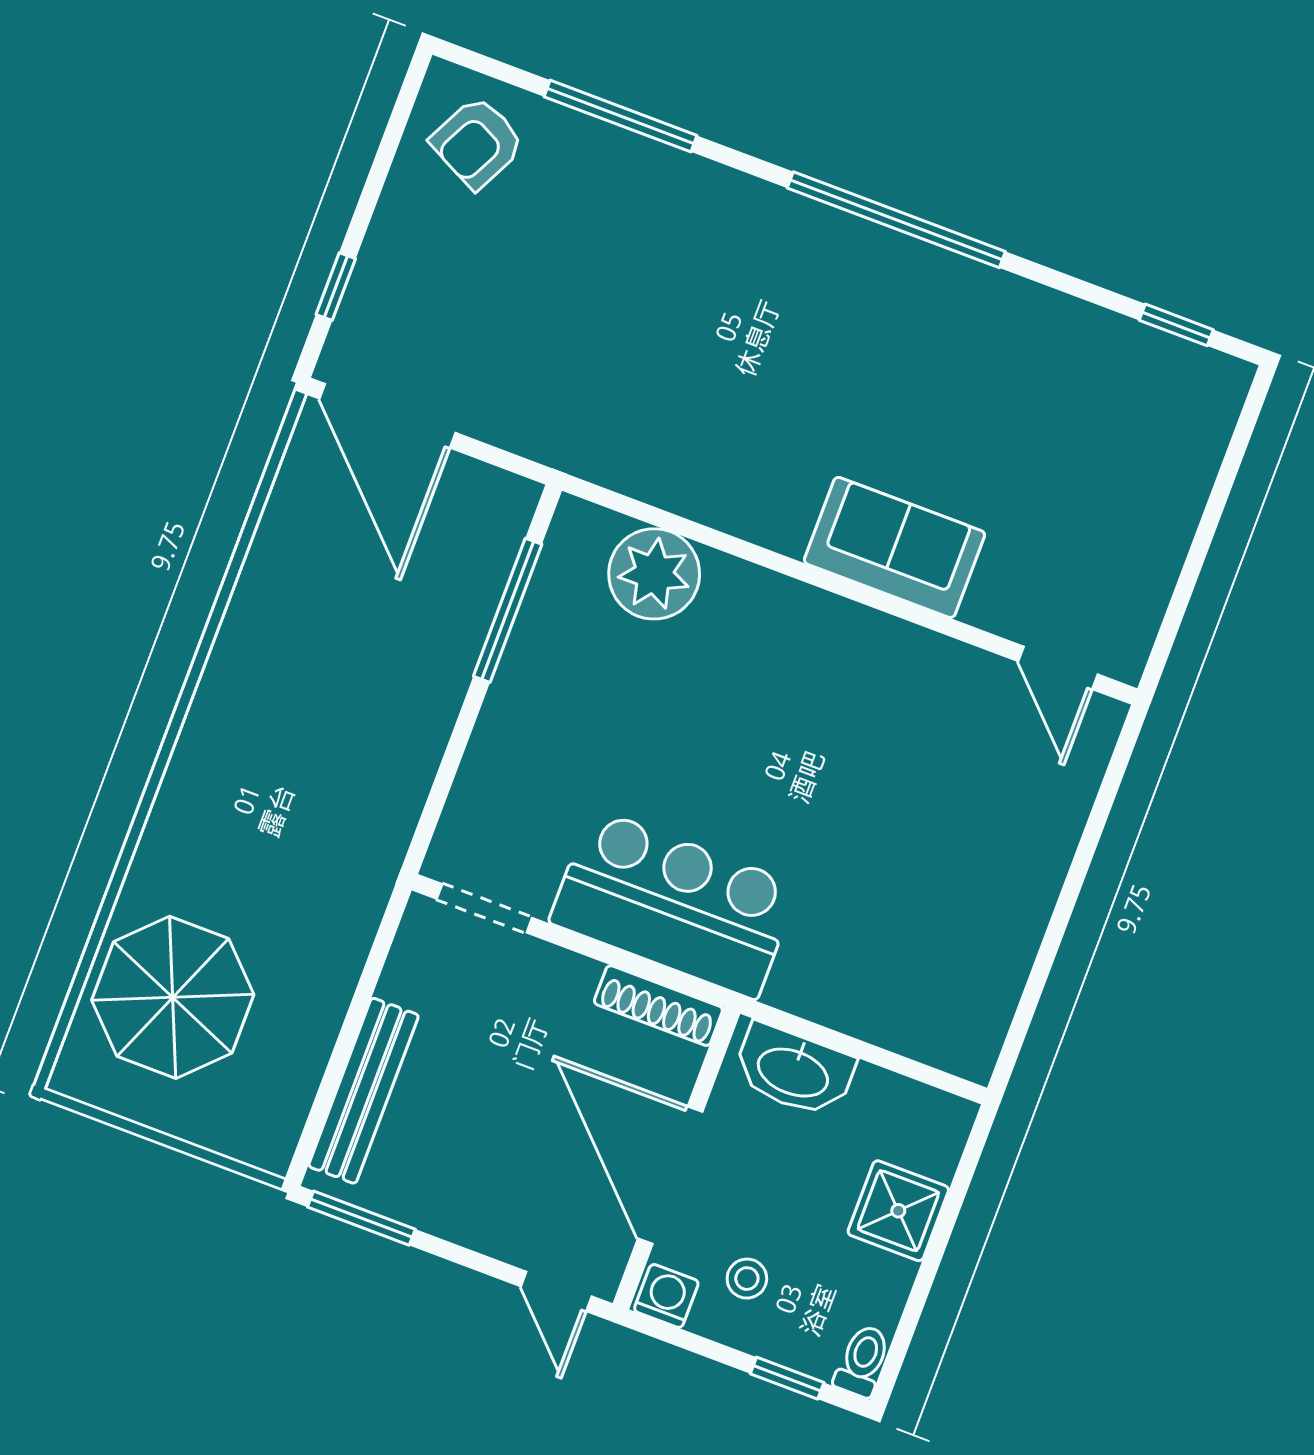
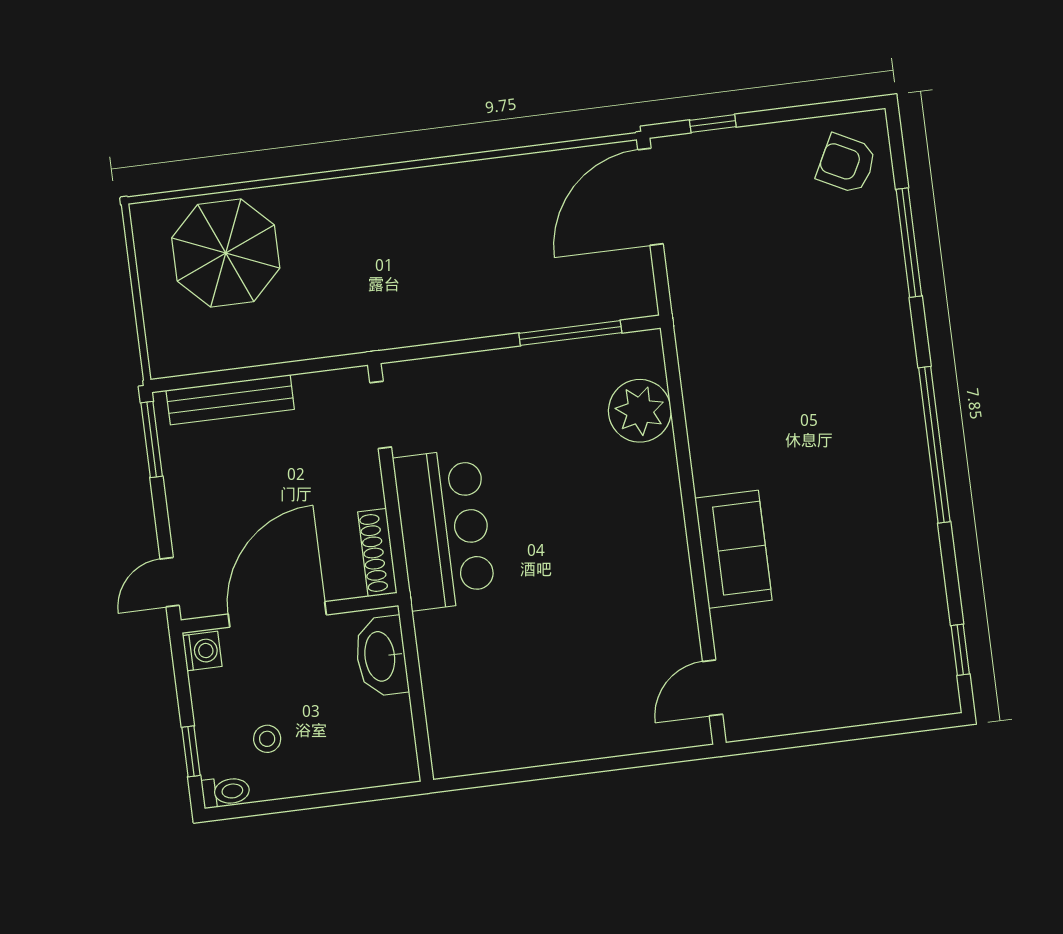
shower: (898, 1211) -> (329, 765), removed
stool: (747, 1279) -> (267, 739), moved

